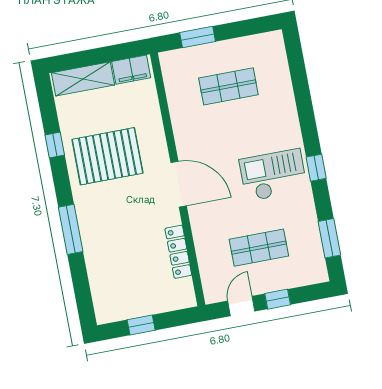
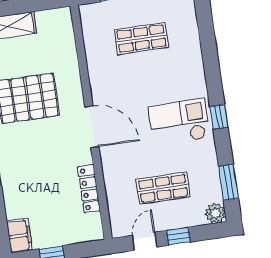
filing cabinet: (131, 70) -> (19, 236), moved, turned -90
plant: (317, 273) -> (215, 213), added

